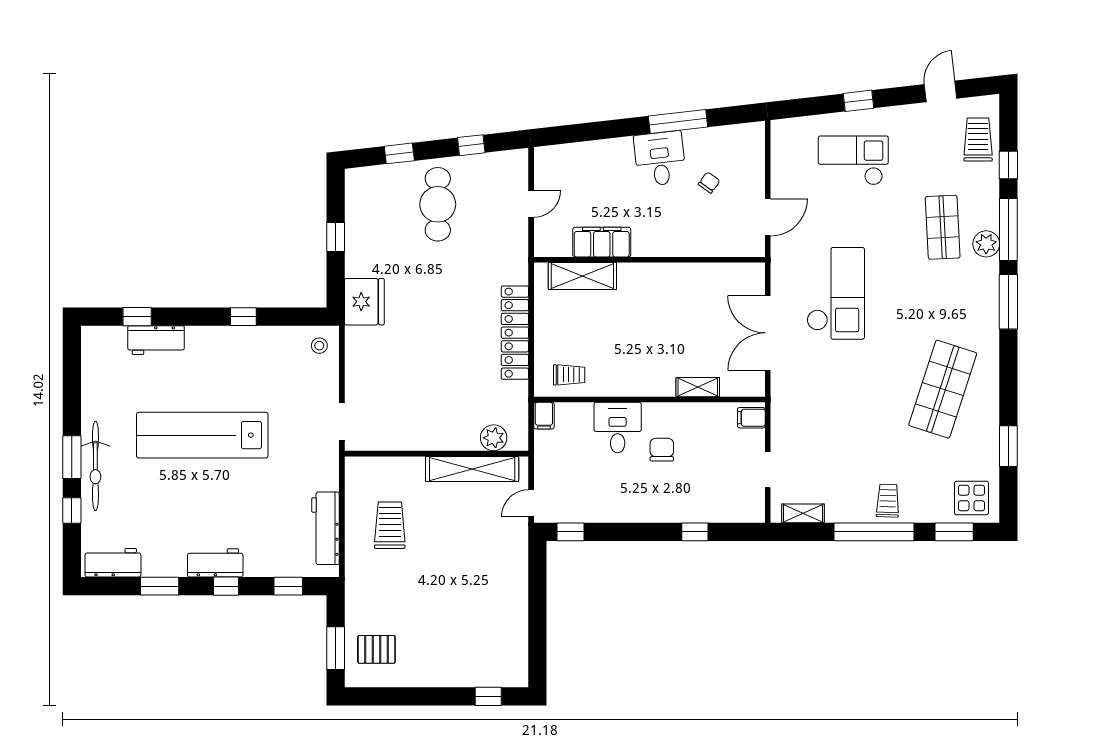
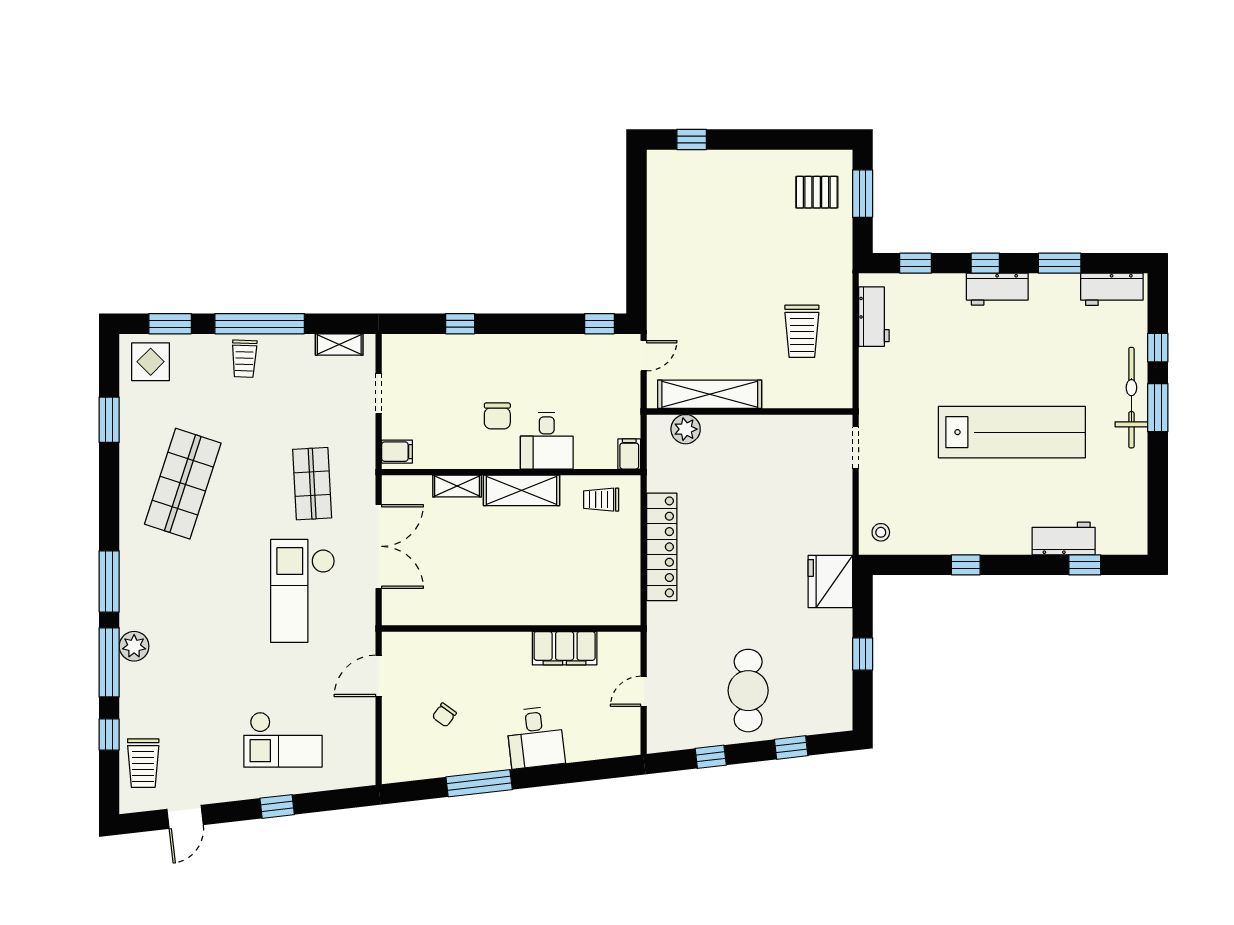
desk: (660, 159) -> (535, 737), moved
shop shelf: (943, 227) -> (312, 484), moved
shelving: (582, 276) -> (521, 490), moved
workbench: (325, 528) -> (874, 317), width x0.73

